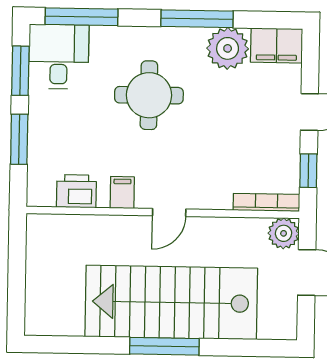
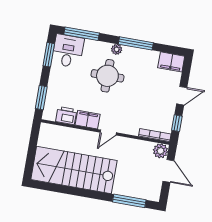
plant: (228, 48) -> (117, 49), moved, width x0.53, depth x0.53
window: (19, 139) -> (41, 98), moved
filing cabinet: (122, 193) -> (88, 120), width x2.00
stairs: (171, 302) -> (74, 170), moved
window: (164, 346) -> (129, 201), moved

